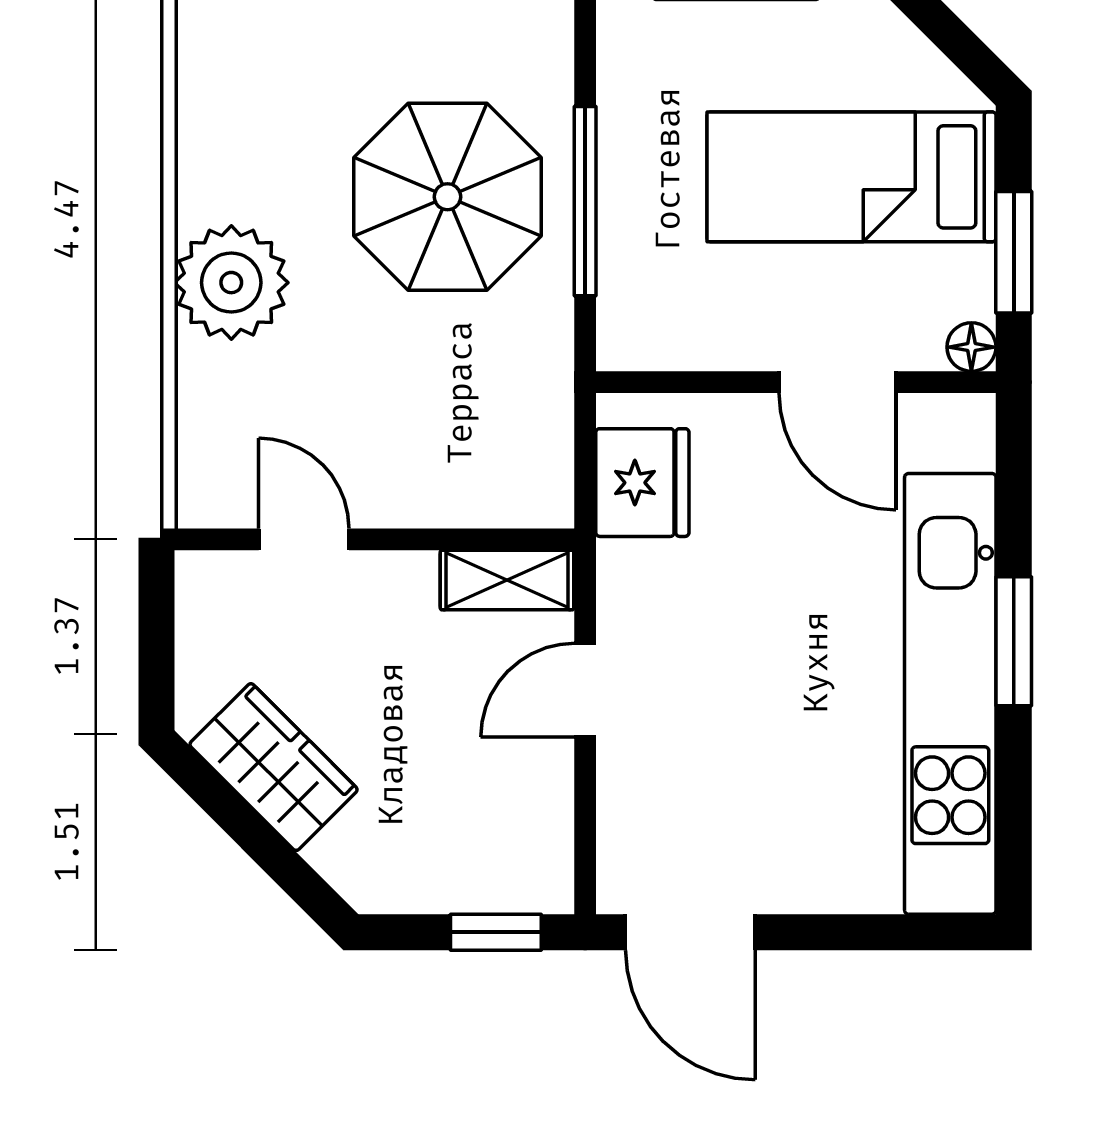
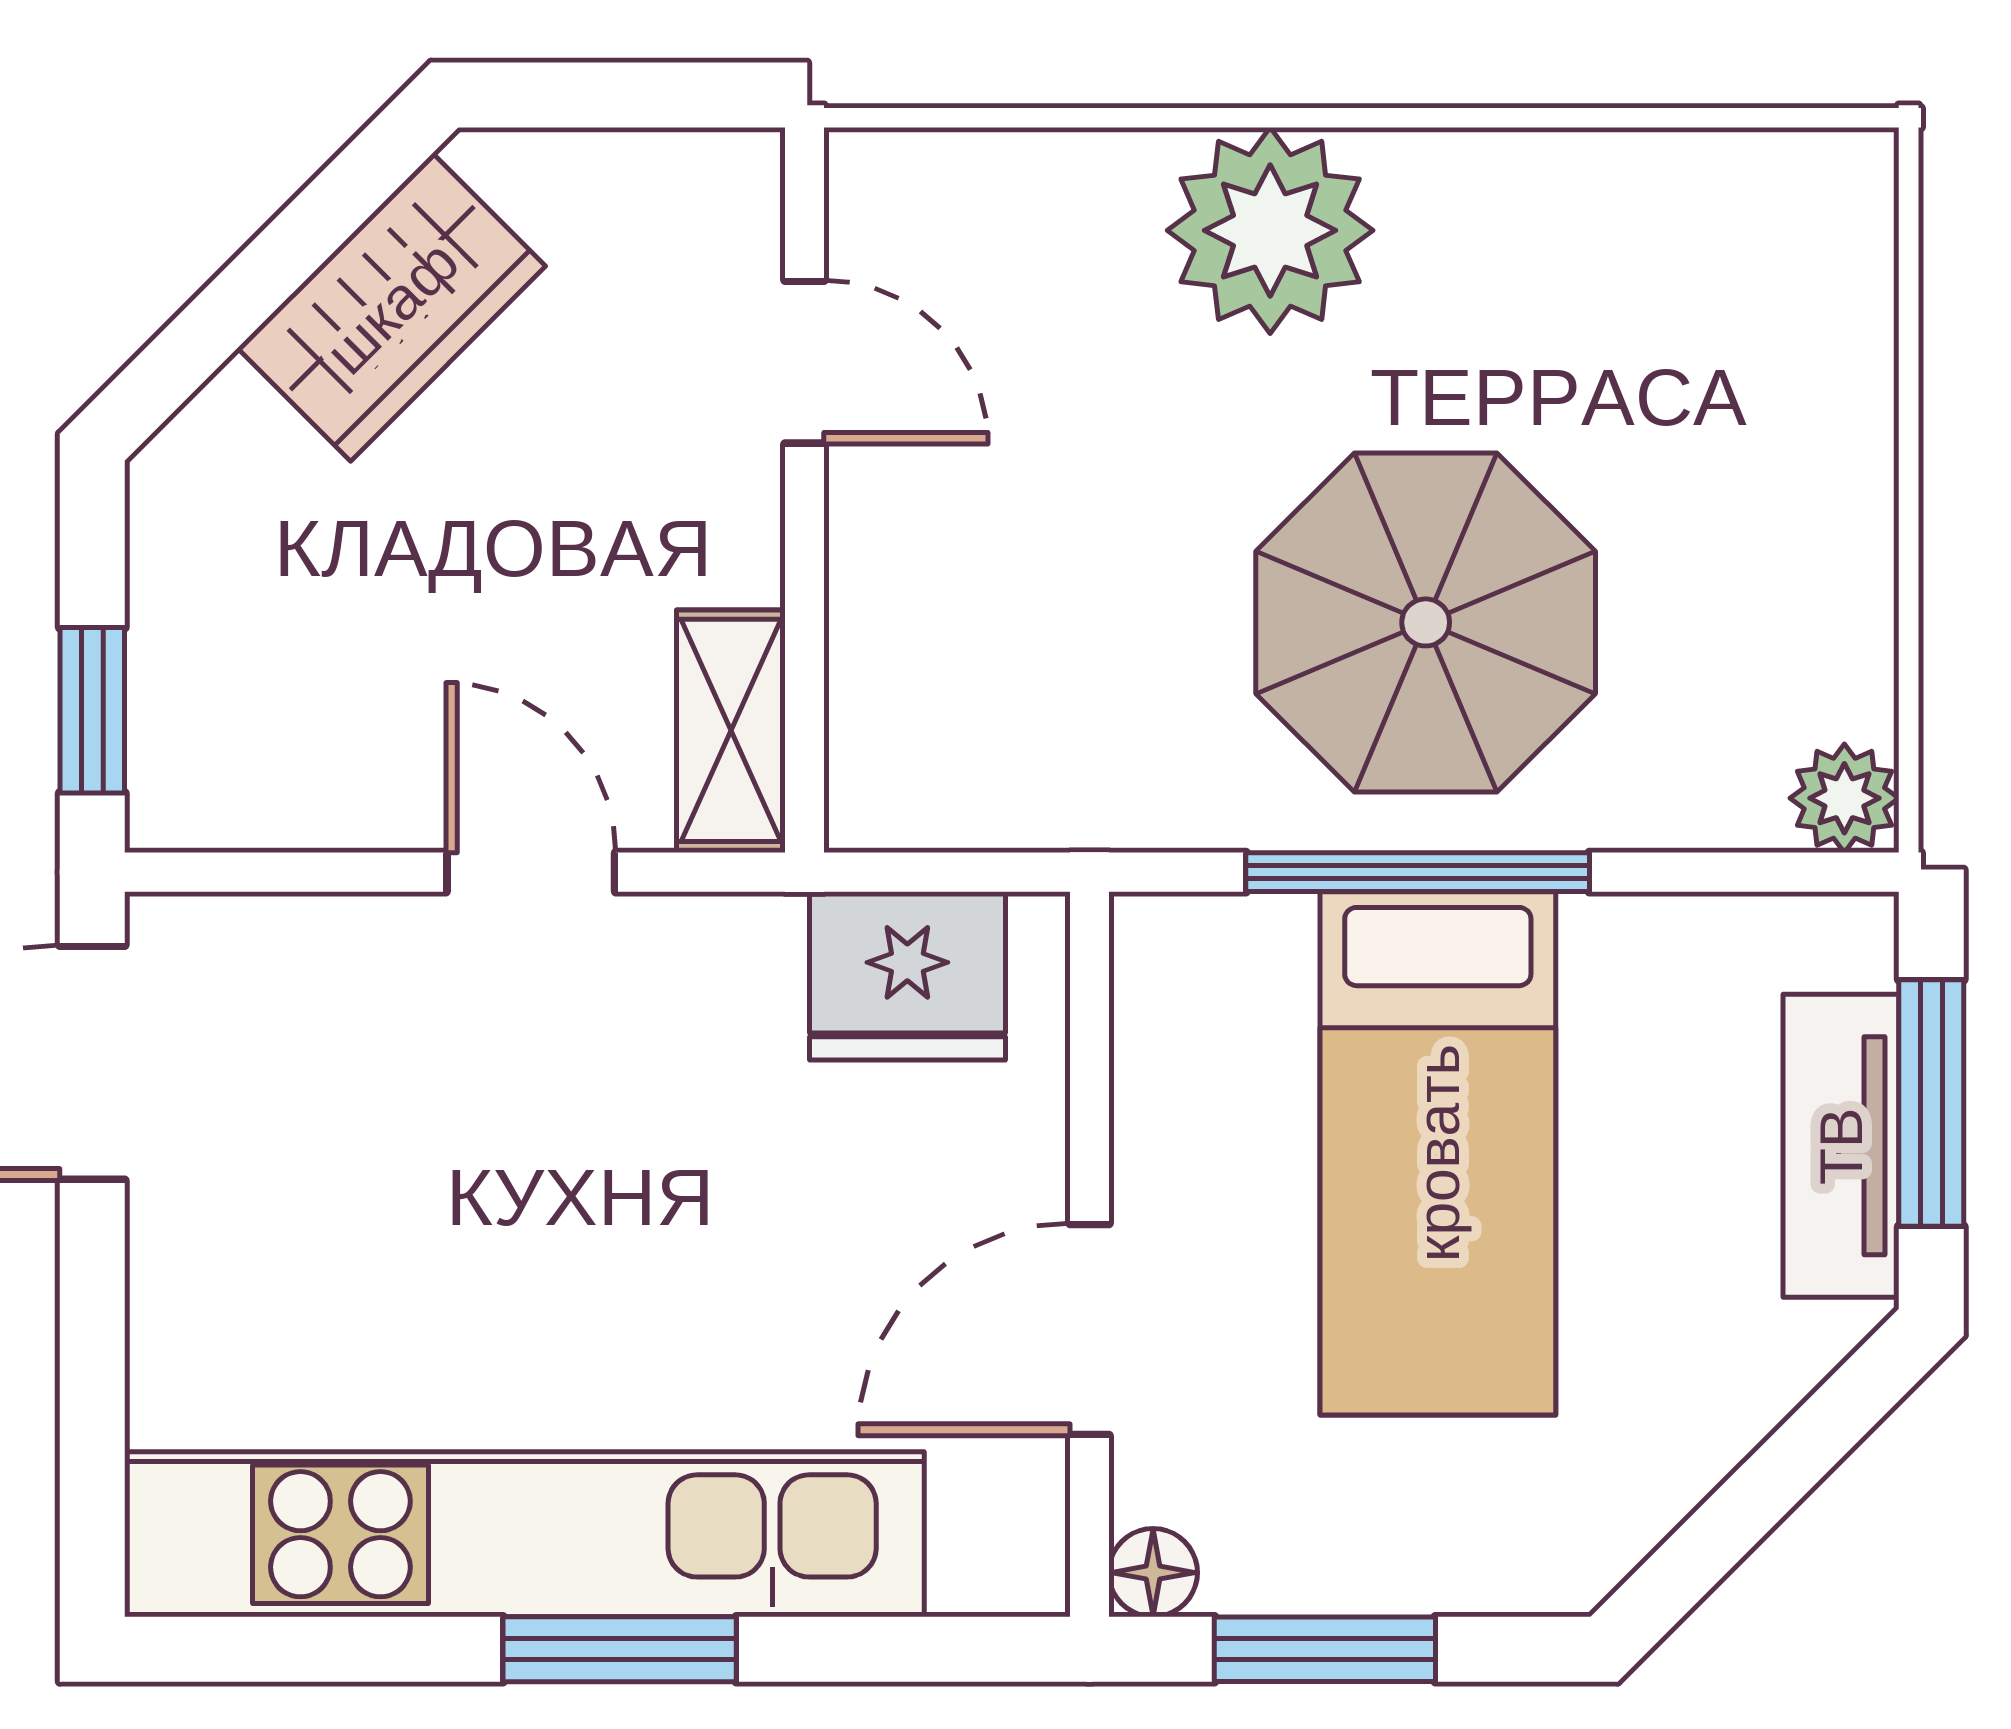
bed: (852, 177) -> (1438, 1153), moved, turned 180
door: (304, 539) -> (805, 362), hinge flipped

